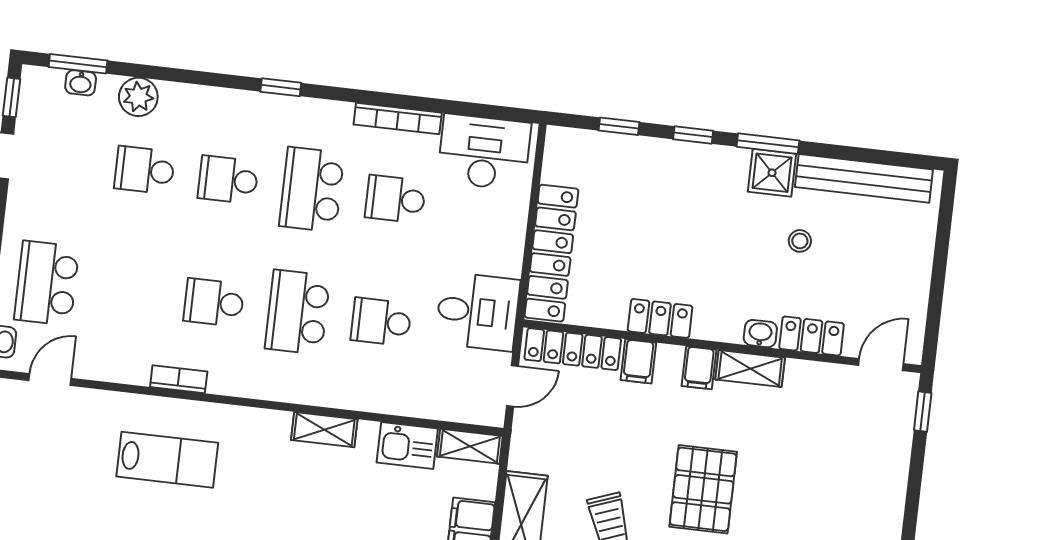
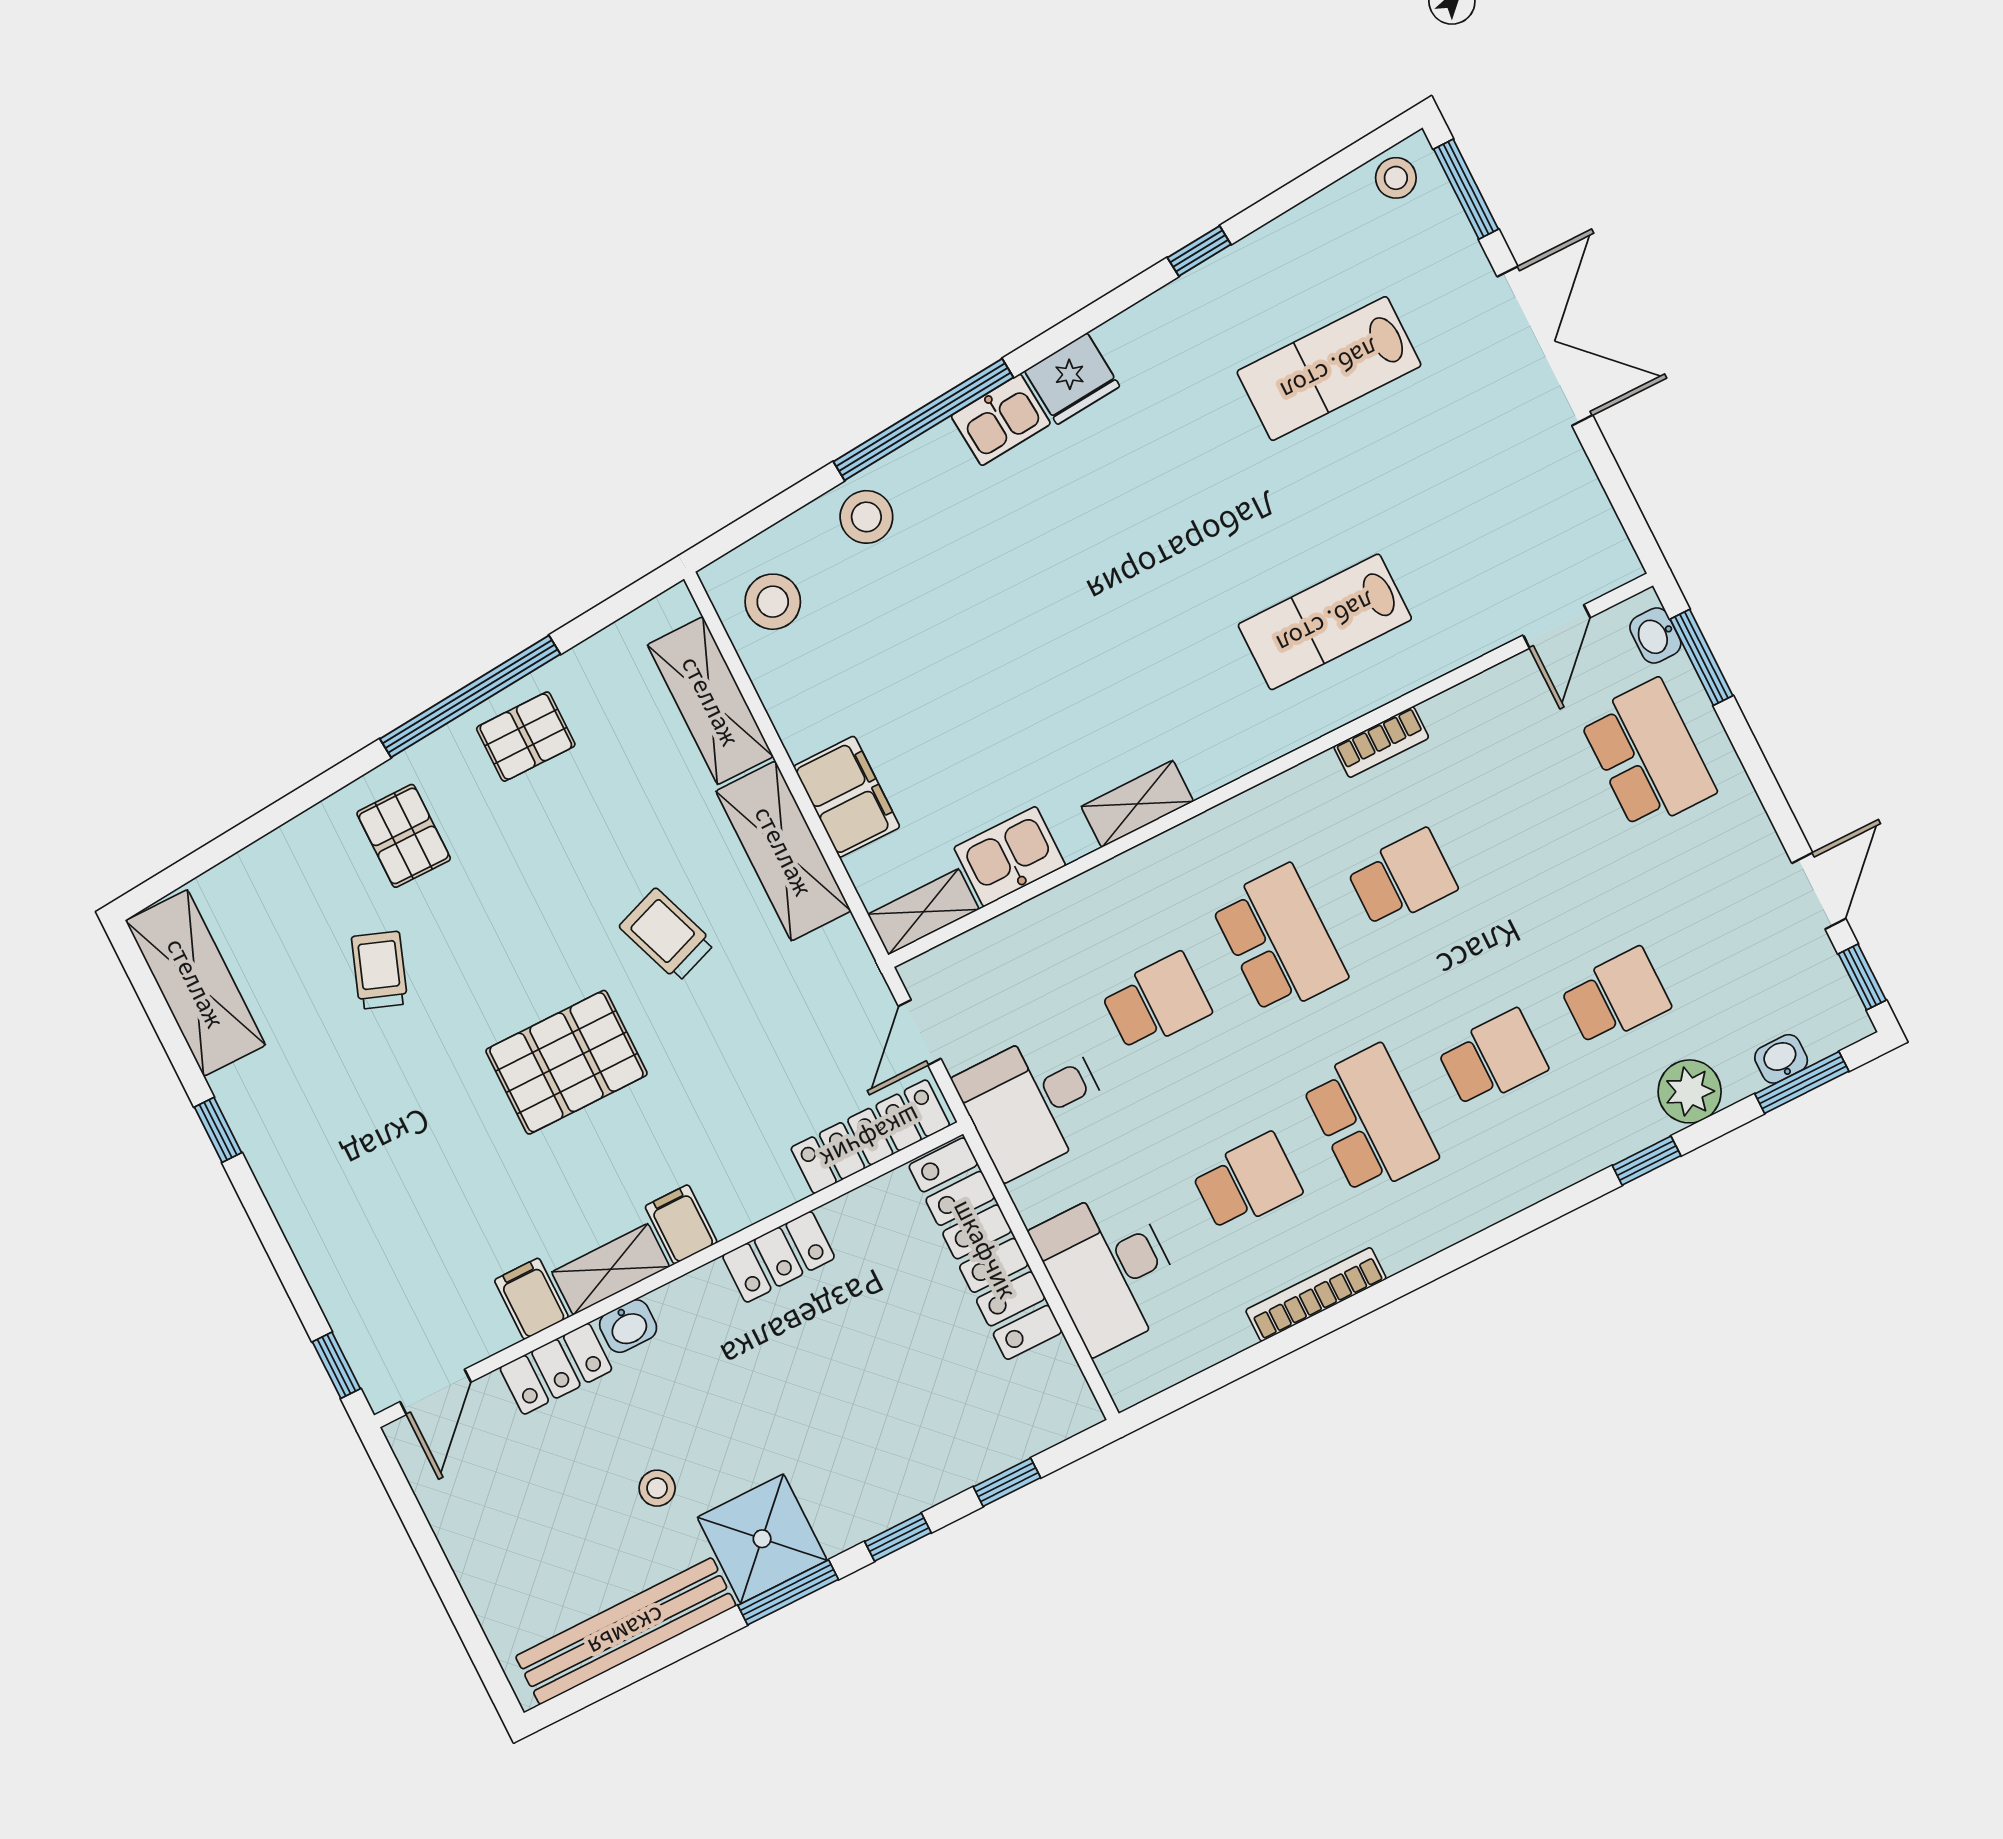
window: (281, 87) -> (1647, 1161), moved
desk: (484, 152) -> (1109, 1270), moved, turned 90
shower: (772, 173) -> (762, 1539), width x1.36, depth x1.36
filing cabinet: (638, 361) -> (531, 1299), moved
pallet: (703, 489) -> (566, 1062), turned 90

